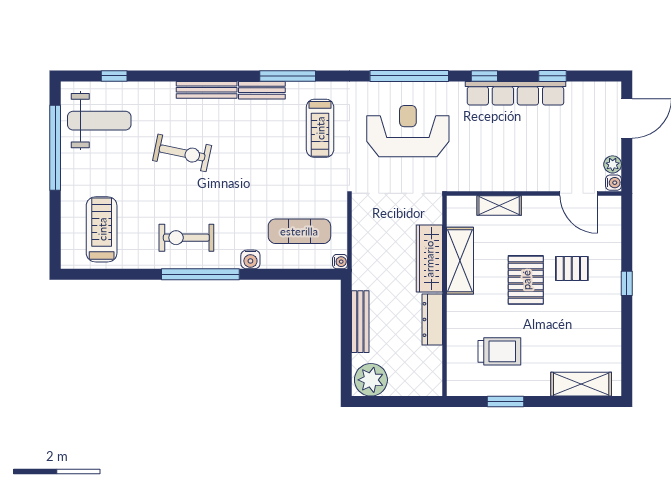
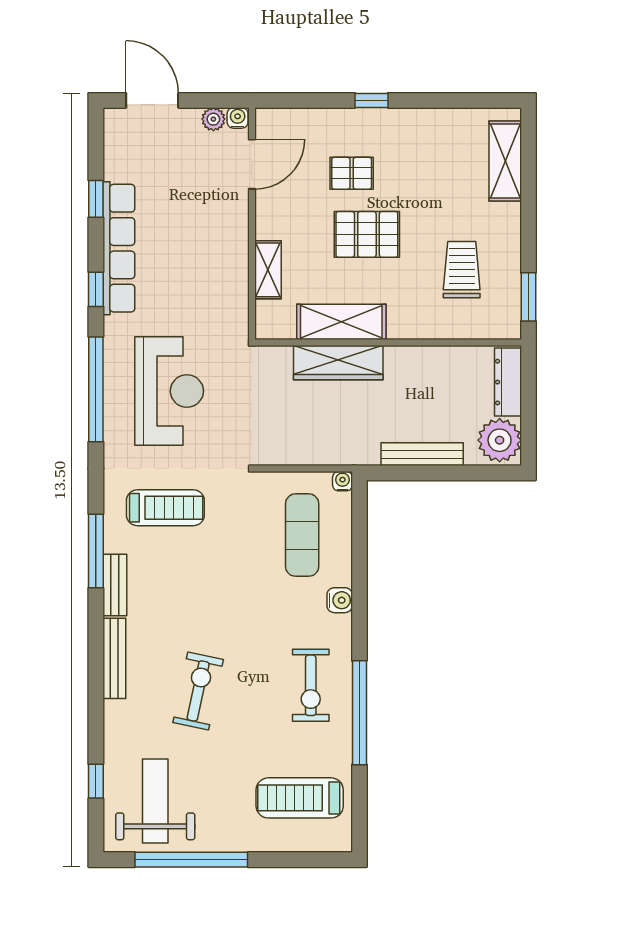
reception desk: (408, 131) -> (169, 391), turned 180
pallet: (572, 268) -> (352, 173), turned 90
window: (200, 274) -> (359, 713), moved
dresser: (432, 319) -> (508, 382), moved, turned 90
window: (505, 402) -> (528, 297), moved

